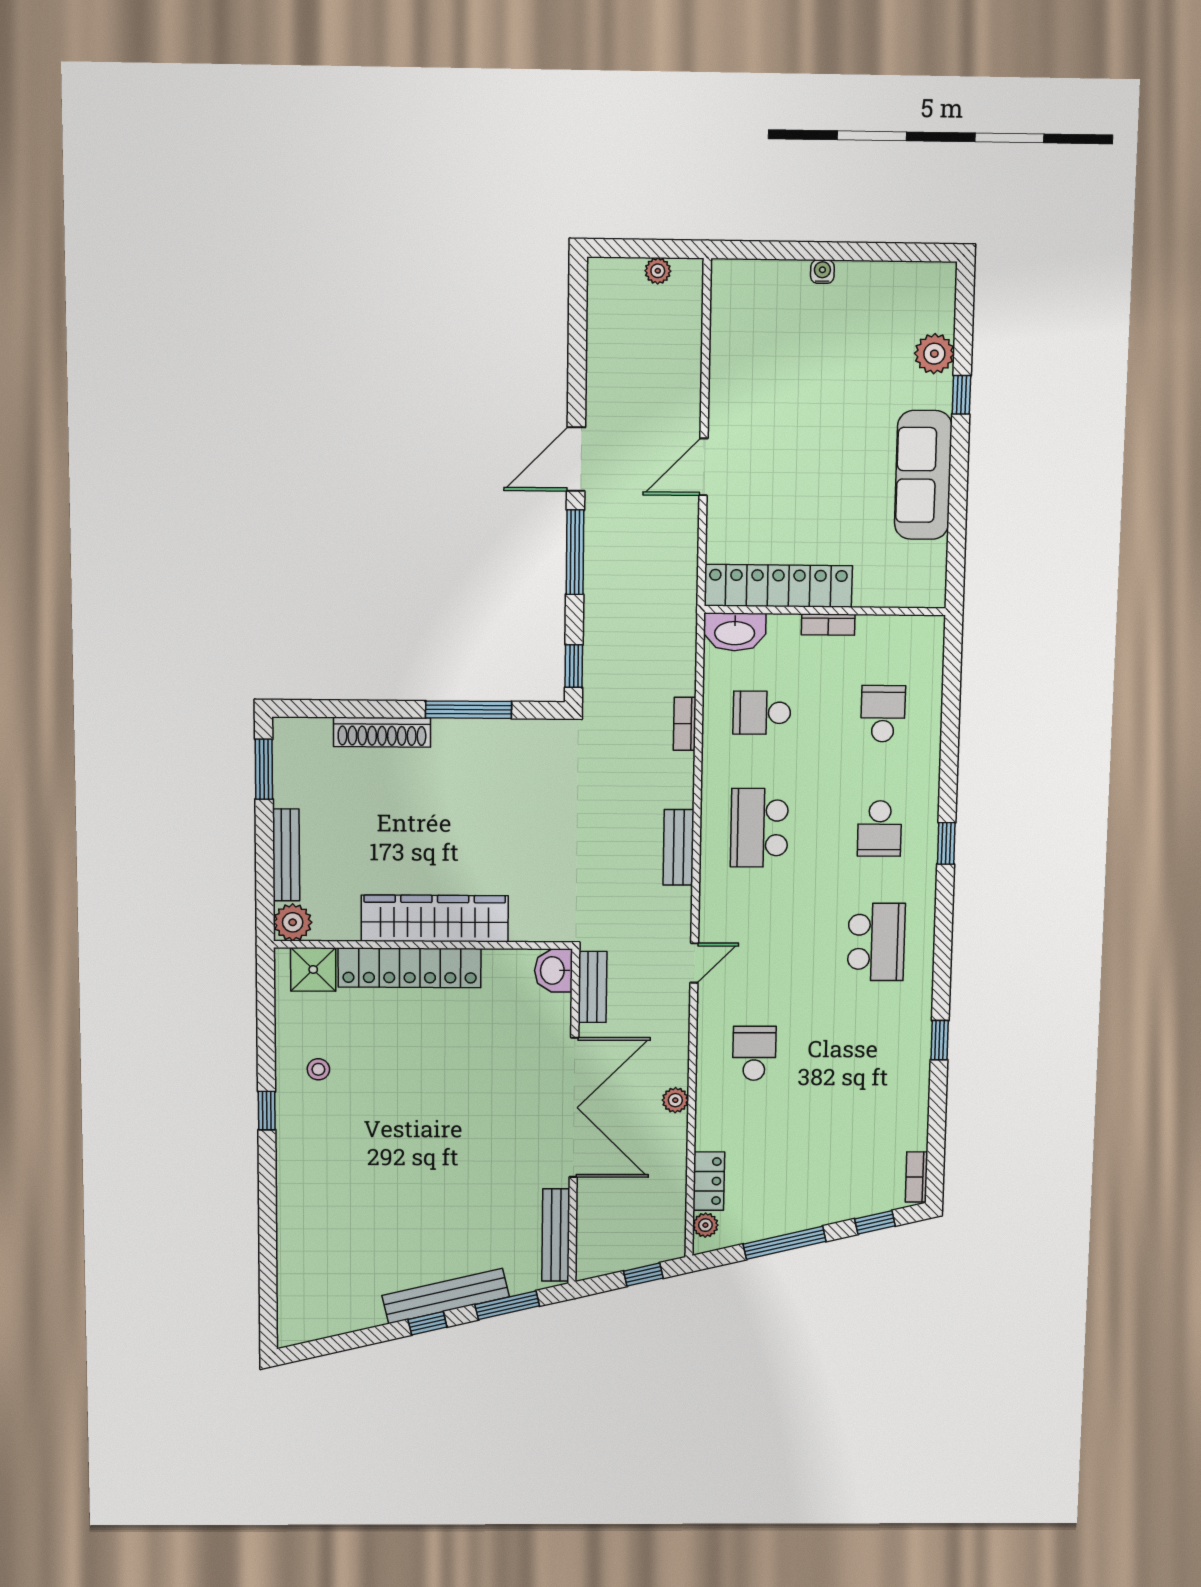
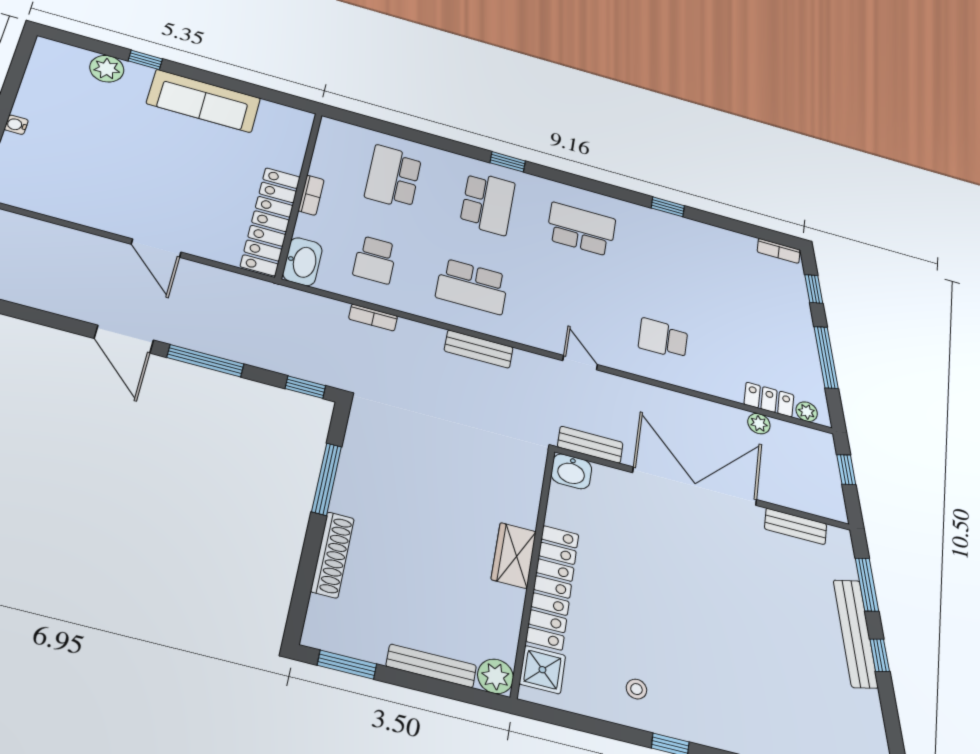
school desk: (883, 714) -> (393, 177), width x1.85
school desk: (880, 829) -> (488, 203), width x1.85
wardrobe: (435, 918) -> (514, 556), width x0.48, depth x0.85
plant: (675, 1100) -> (759, 424), moved
bench: (556, 1235) -> (796, 526), width x0.73

